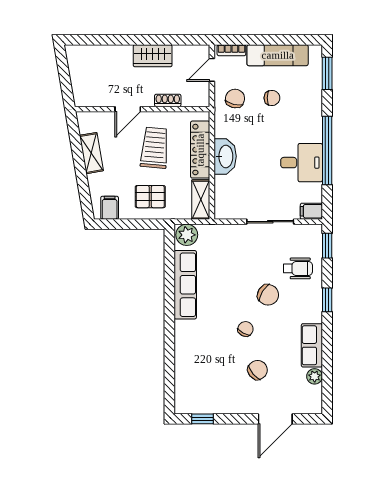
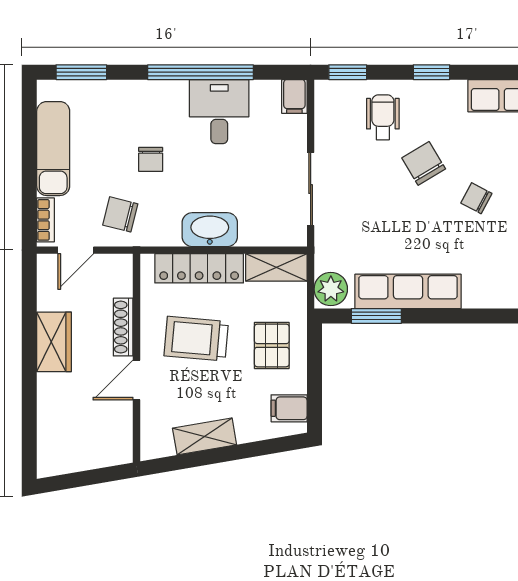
door: (212, 70) -> (76, 250), hinge flipped
chair: (272, 98) -> (151, 159), moved, turned 180
shoe rack: (168, 100) -> (123, 327), width x1.43
door: (128, 109) -> (136, 380), swing flipped
sliding door: (270, 222) -> (311, 189), moved
window: (169, 264) -> (376, 316), added
chair: (268, 295) -> (424, 163), turned -63

